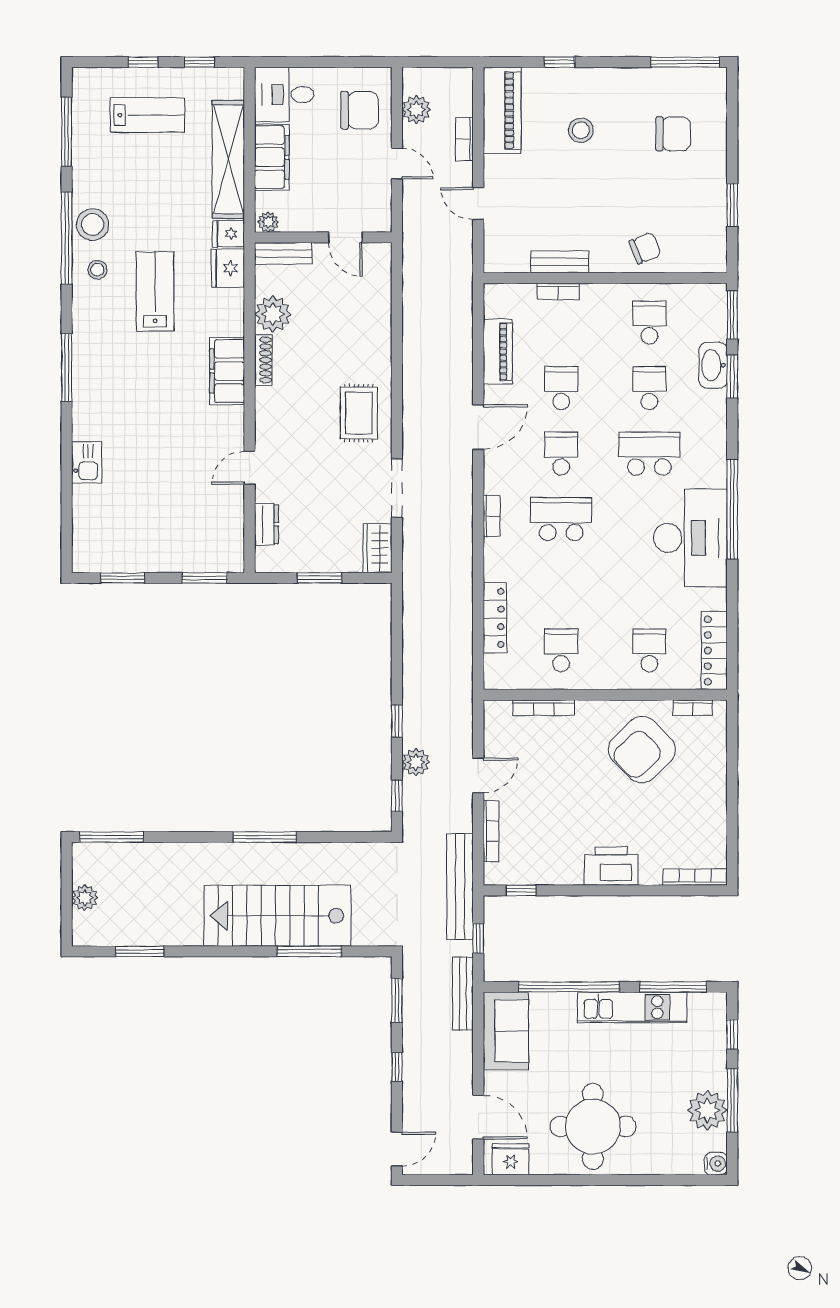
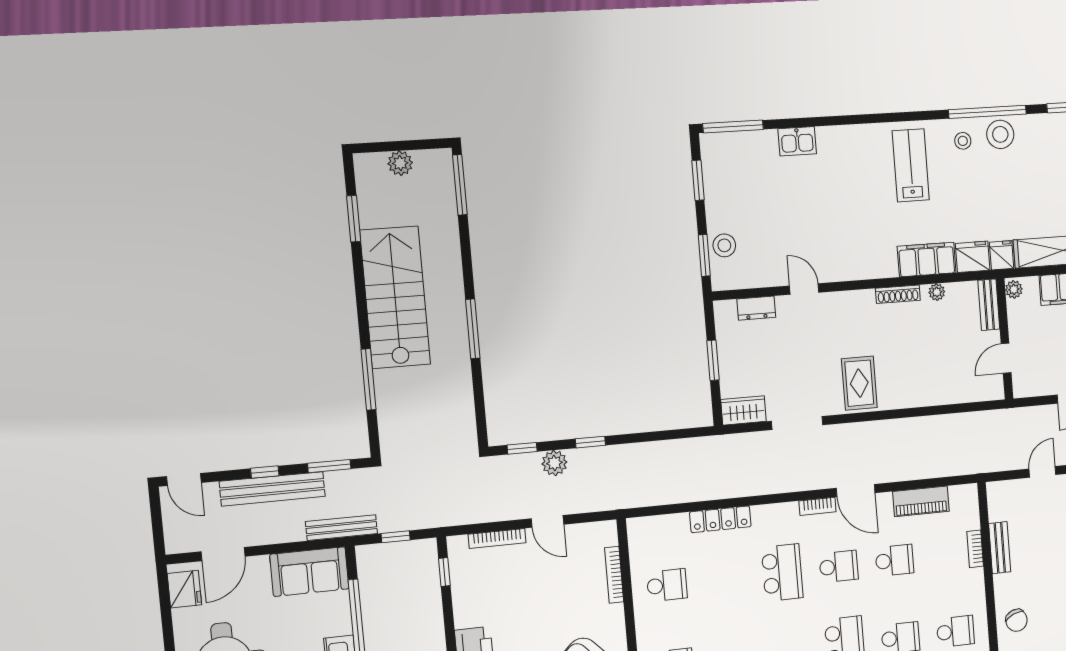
lab bench: (155, 291) -> (911, 165), moved, turned -90
plant: (273, 314) -> (937, 292), width x0.53, depth x0.53
window: (67, 367) -> (733, 127), moved
filing cabinet: (227, 371) -> (927, 260), moved
rug: (359, 413) -> (859, 383), turned 90
bookcase: (492, 516) -> (818, 506), moved
stool: (195, 554) -> (724, 245), added
locker: (495, 618) -> (720, 519), moved
bench: (460, 887) -> (272, 489), moved
stairs: (277, 916) -> (395, 297), moved

